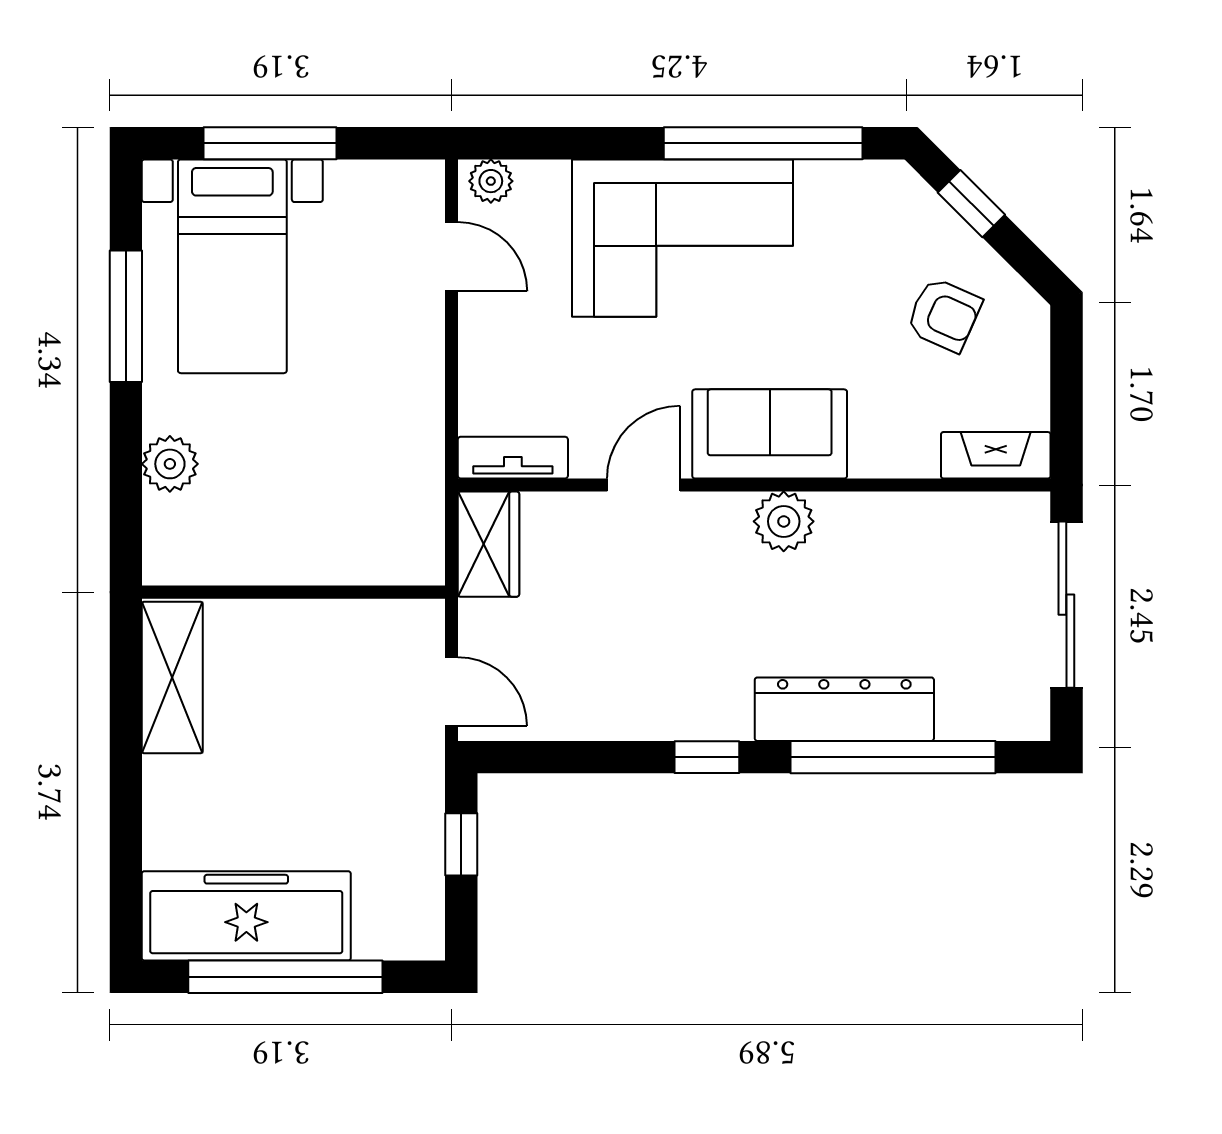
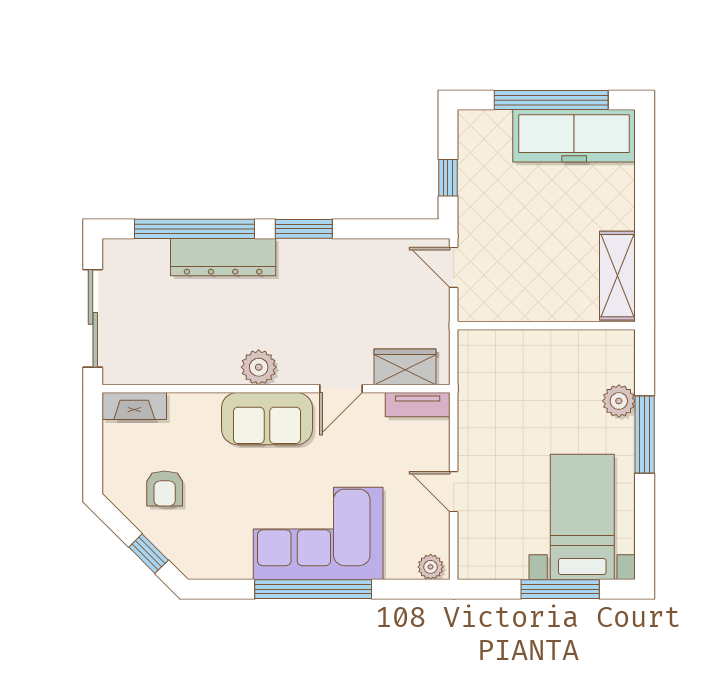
window: (763, 143) -> (313, 589), moved
door: (452, 256) -> (454, 492), moved
armchair: (944, 315) -> (165, 488), turned -114
window: (126, 316) -> (645, 434), moved
wardrobe: (489, 544) -> (405, 367), moved, turned 90
window: (707, 757) -> (304, 229), width x1.50

